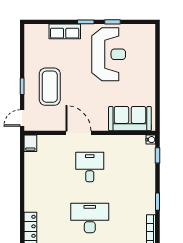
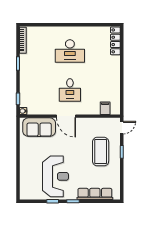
row of seats: (65, 31) -> (95, 194), width x1.48
reception desk: (109, 54) -> (56, 176), turned 180
door: (78, 133) -> (66, 116), moved
filing cabinet: (30, 143) -> (105, 108), moved

